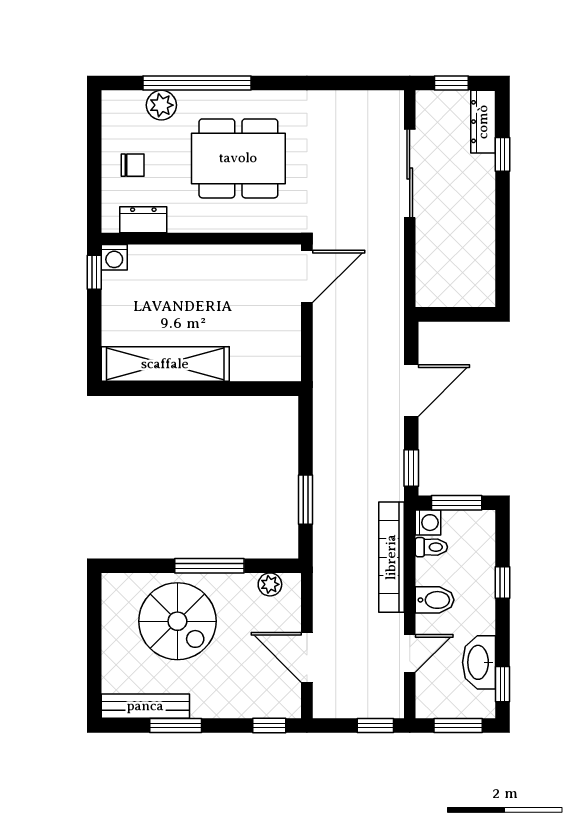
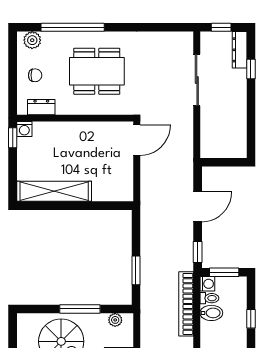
plant: (161, 105) -> (32, 40), moved
bidet: (435, 600) -> (211, 313), moved

